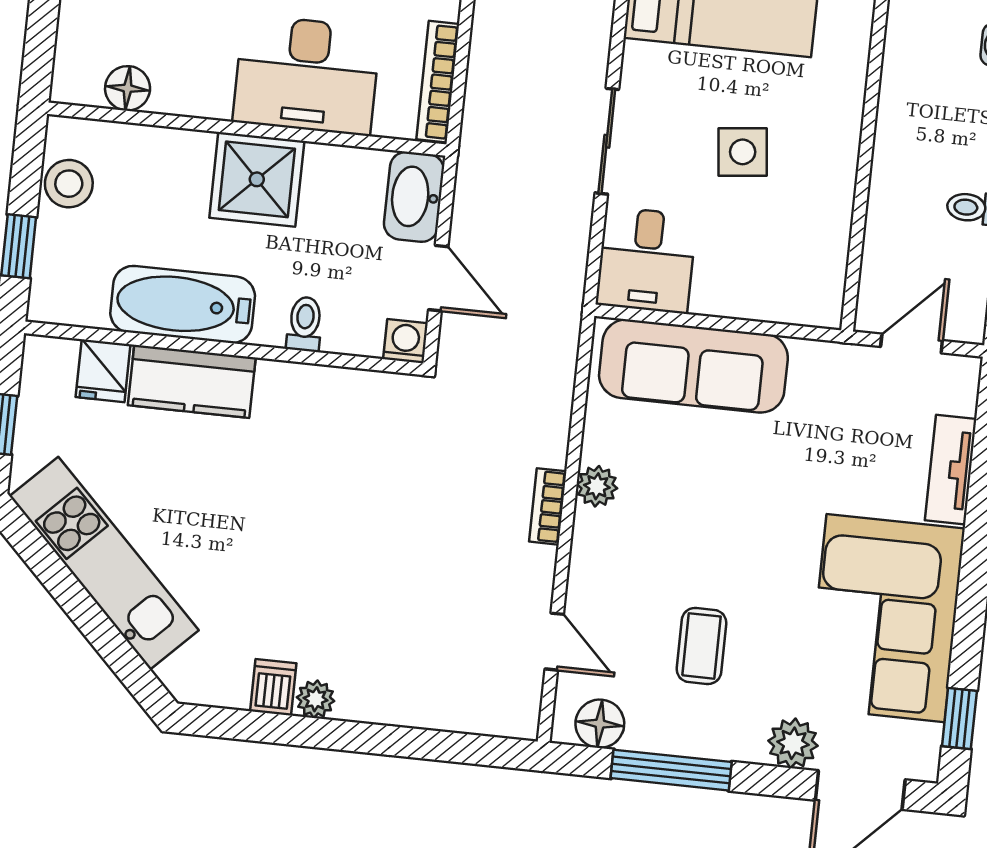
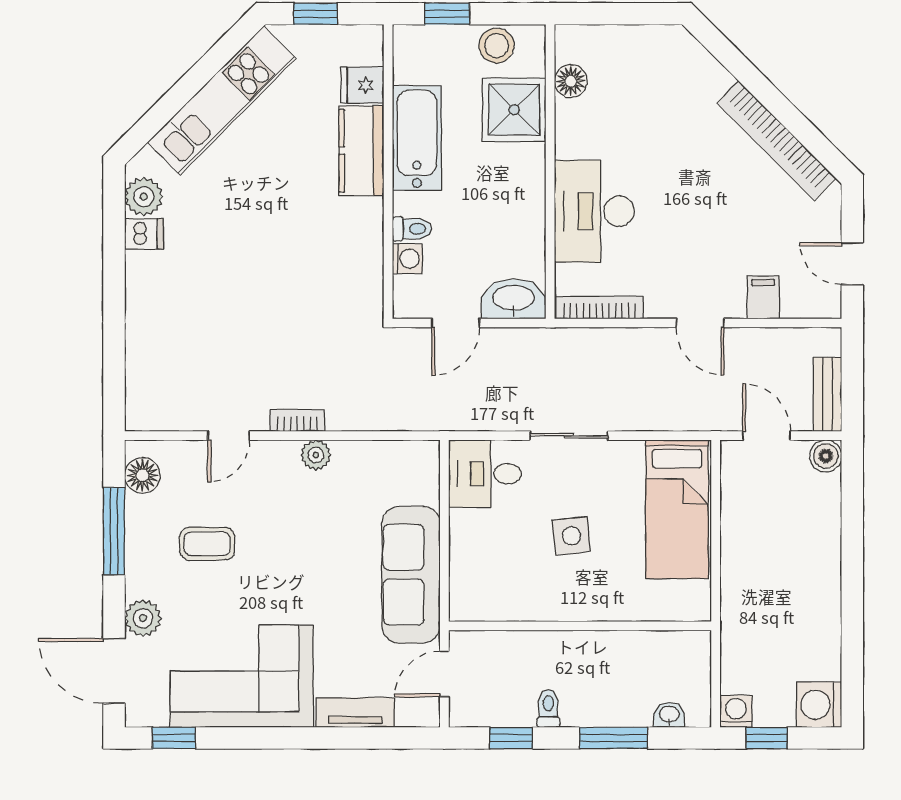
shower: (257, 179) -> (514, 110), moved
washing machine: (405, 341) -> (407, 259), moved
door: (912, 343) -> (444, 674), swing flipped
sofa: (693, 366) -> (411, 575), moved
door: (554, 642) -> (229, 436), moved
plant: (316, 699) -> (144, 197), moved, width x1.38, depth x1.38

